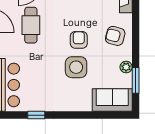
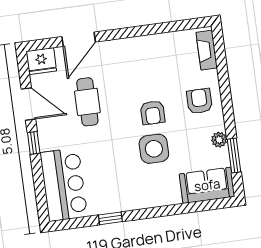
armchair: (115, 36) -> (199, 101), turned 75
armchair: (79, 40) -> (153, 113), turned 180

